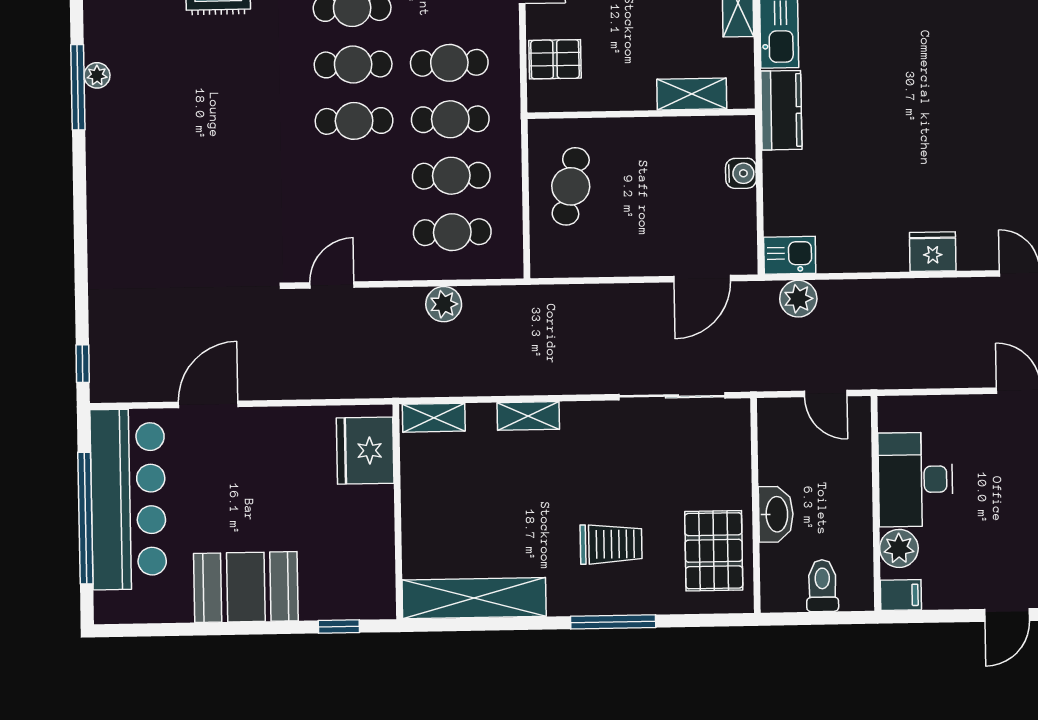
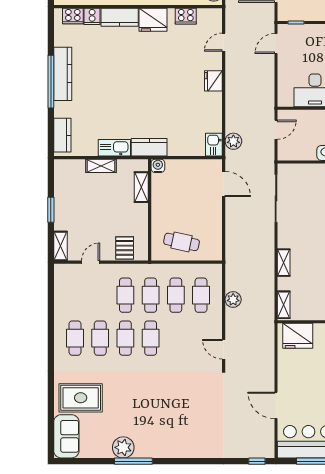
plant: (97, 75) -> (123, 447), width x1.87, depth x1.87
water cooler: (741, 173) -> (158, 166), moved

